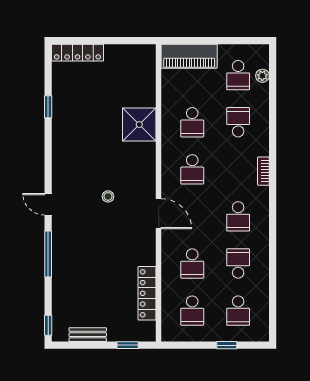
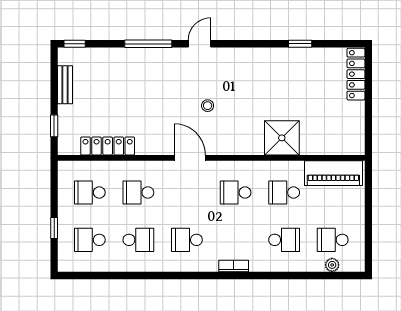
piano: (189, 56) -> (333, 173), moved, turned -90
door: (159, 214) -> (190, 158), swing flipped

